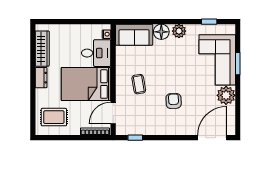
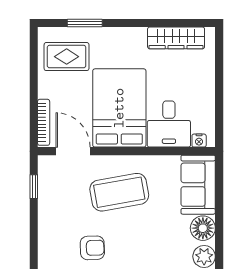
dresser: (41, 78) -> (130, 36), removed
coffee table: (139, 84) -> (119, 192), width x1.86, depth x1.72
window: (33, 106) -> (85, 23), added
rug: (54, 117) -> (67, 57), turned 90

